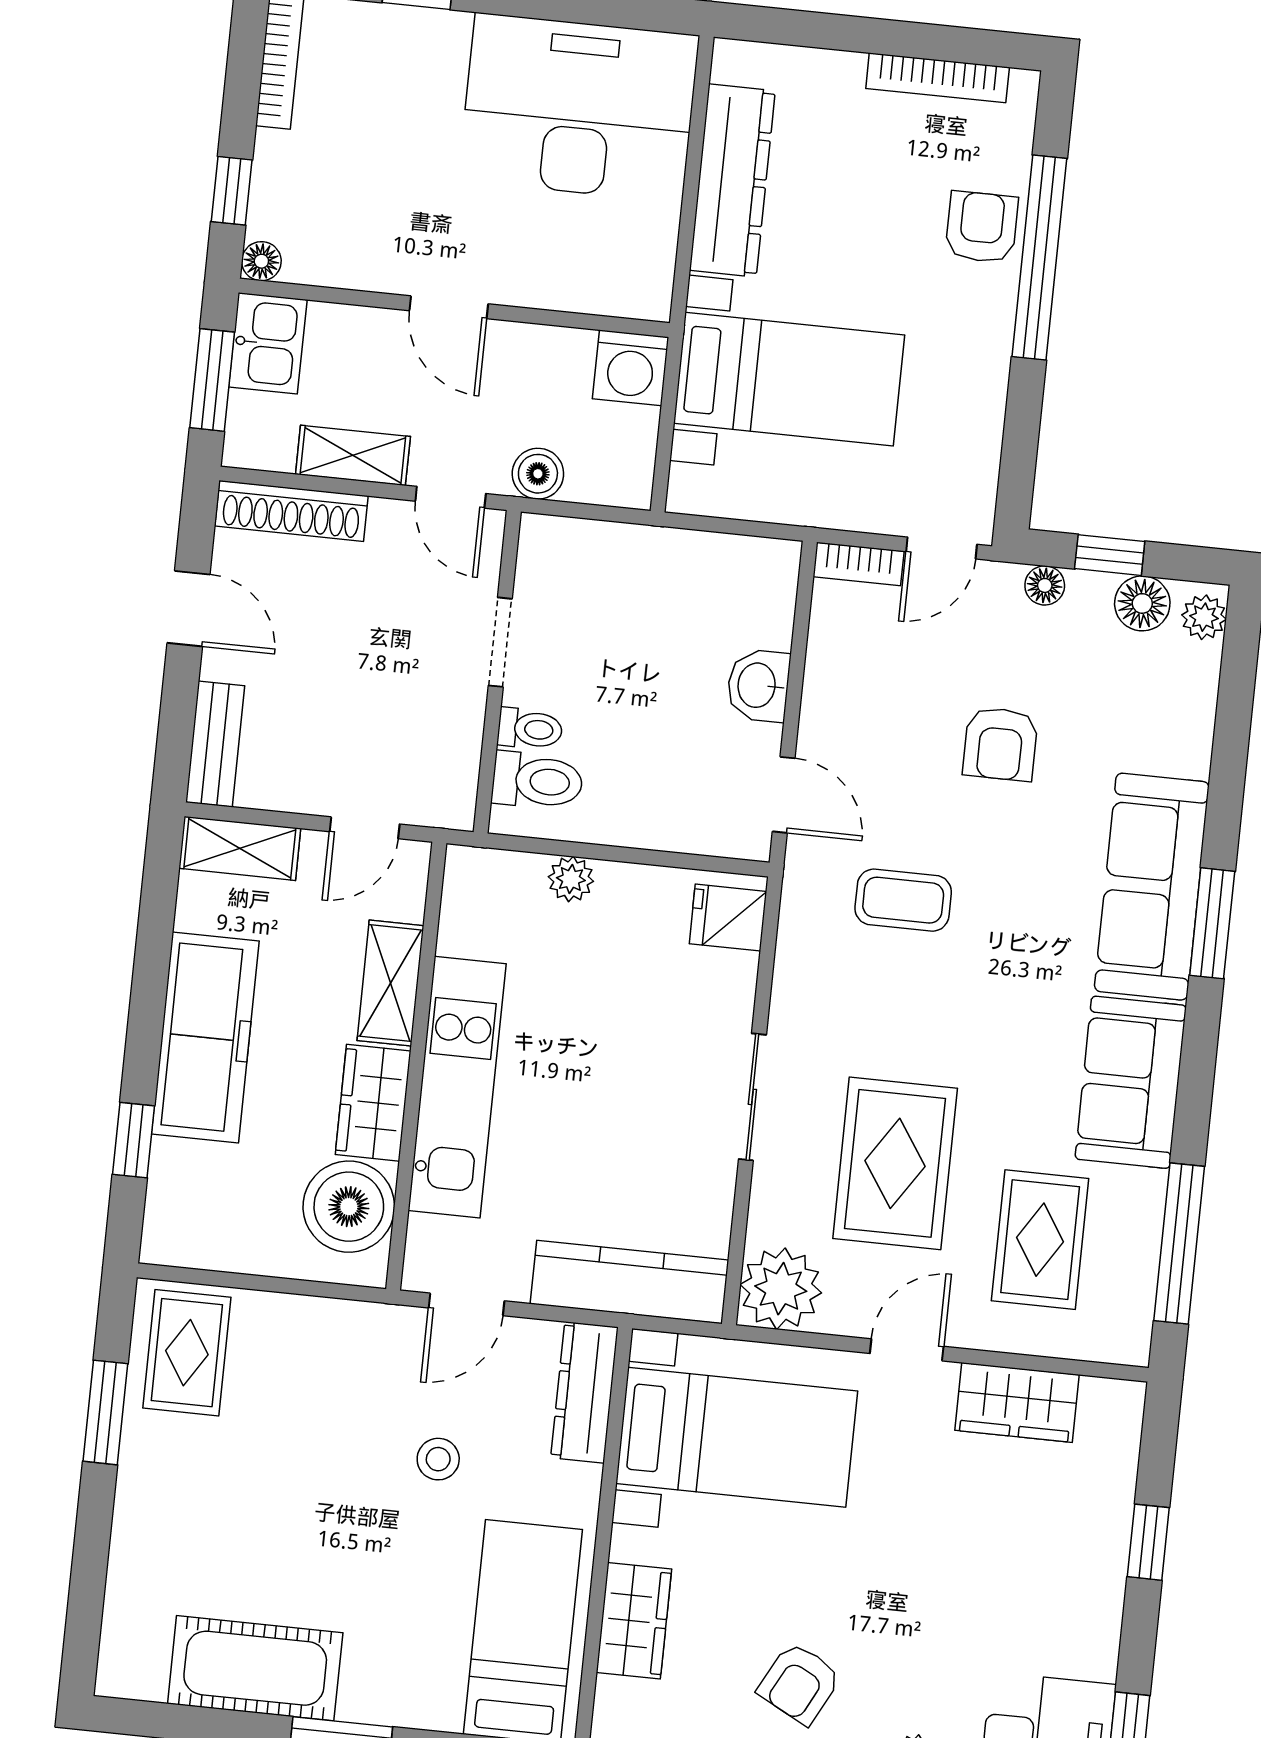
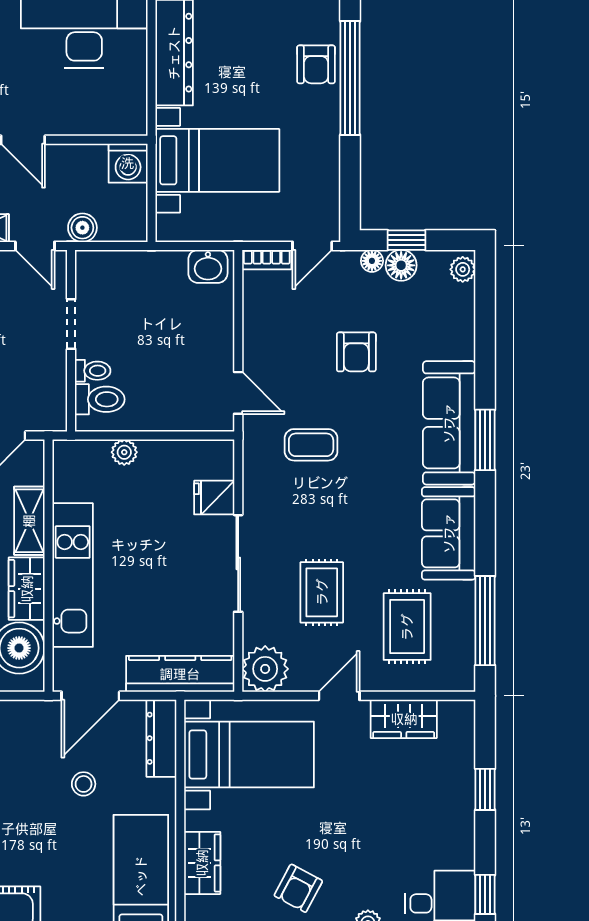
armchair: (982, 227) -> (316, 64), turned 180
floor lamp: (1142, 603) -> (401, 265), moved
washbasin: (758, 685) -> (208, 266), moved, turned -90
fridge: (728, 918) -> (214, 498), moved
sliding door: (752, 1097) -> (238, 563), width x1.37
rug: (895, 1163) -> (322, 592), width x0.73, depth x0.70
door: (466, 1304) -> (90, 696), width x1.38

